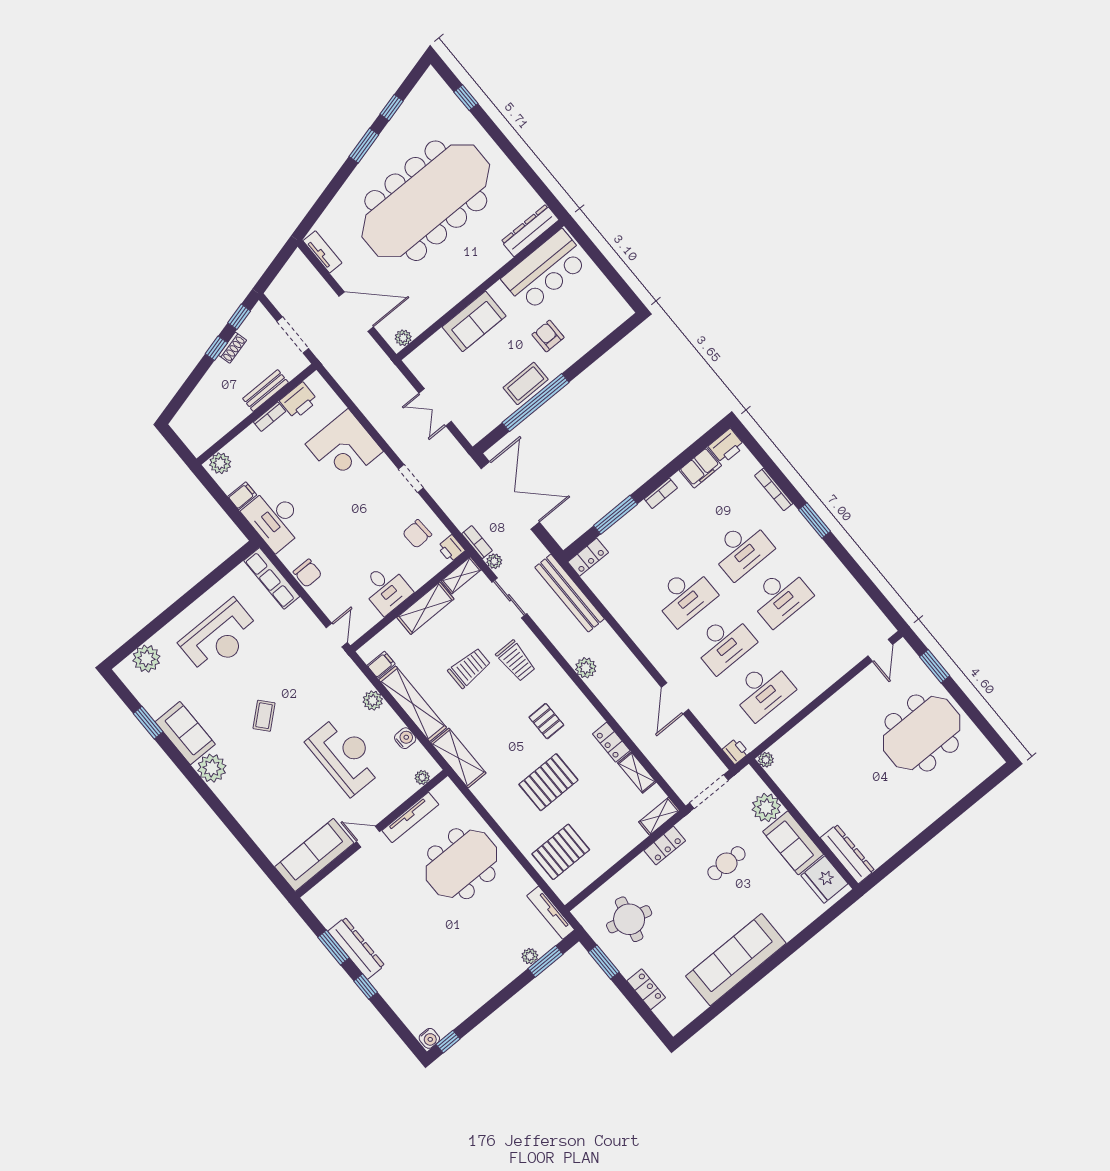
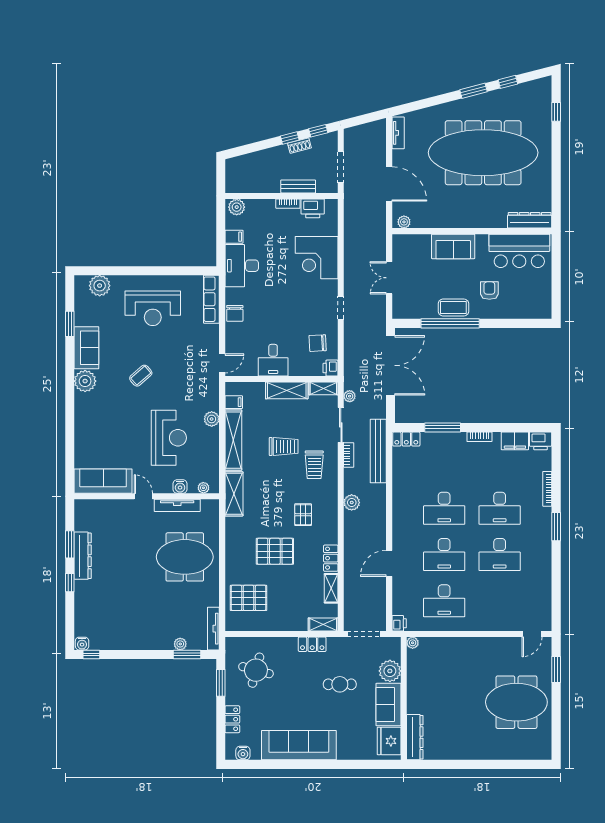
bookcase: (477, 542) -> (349, 455), moved
water cooler: (405, 738) -> (180, 487), moved, turned 90
water cooler: (685, 1015) -> (243, 753), added

